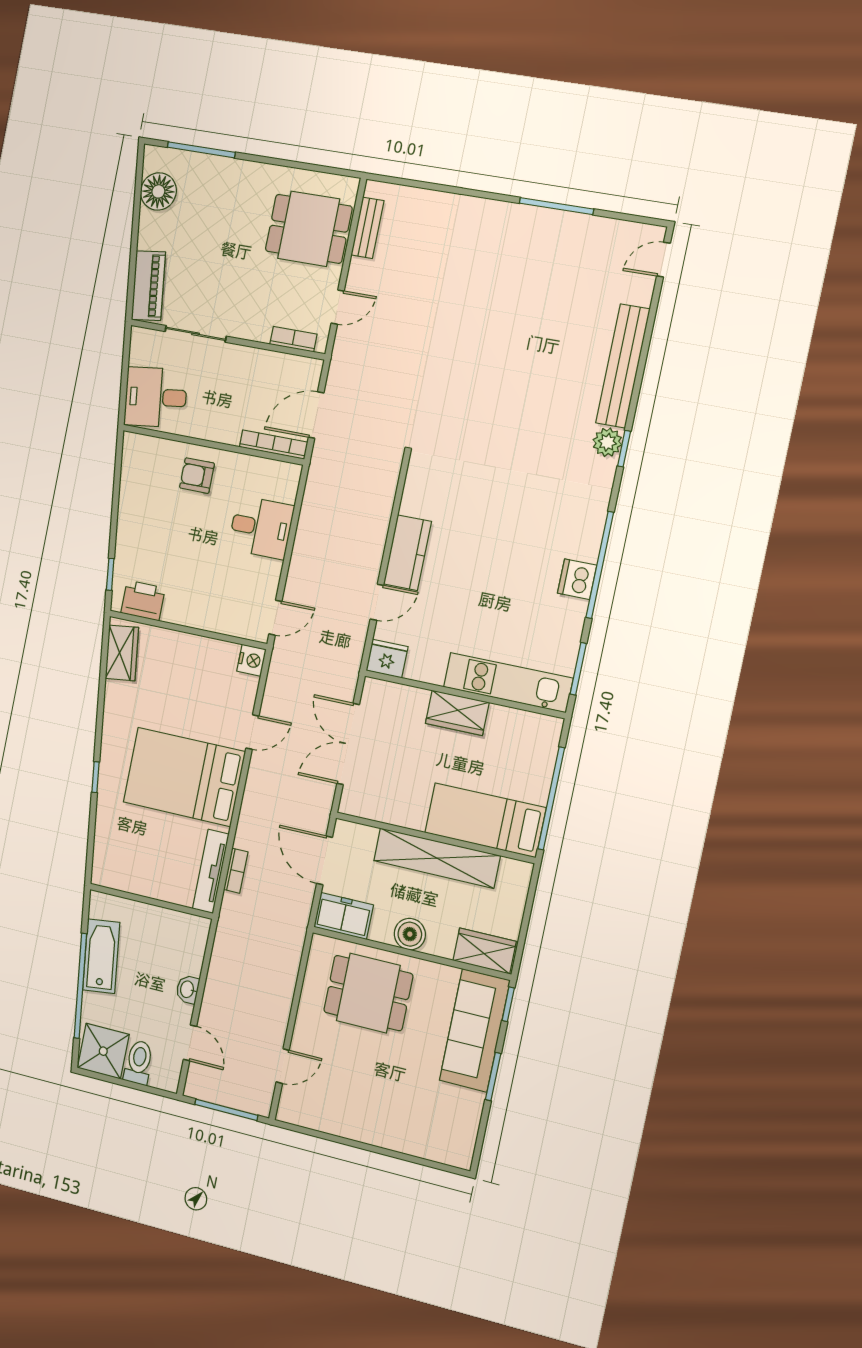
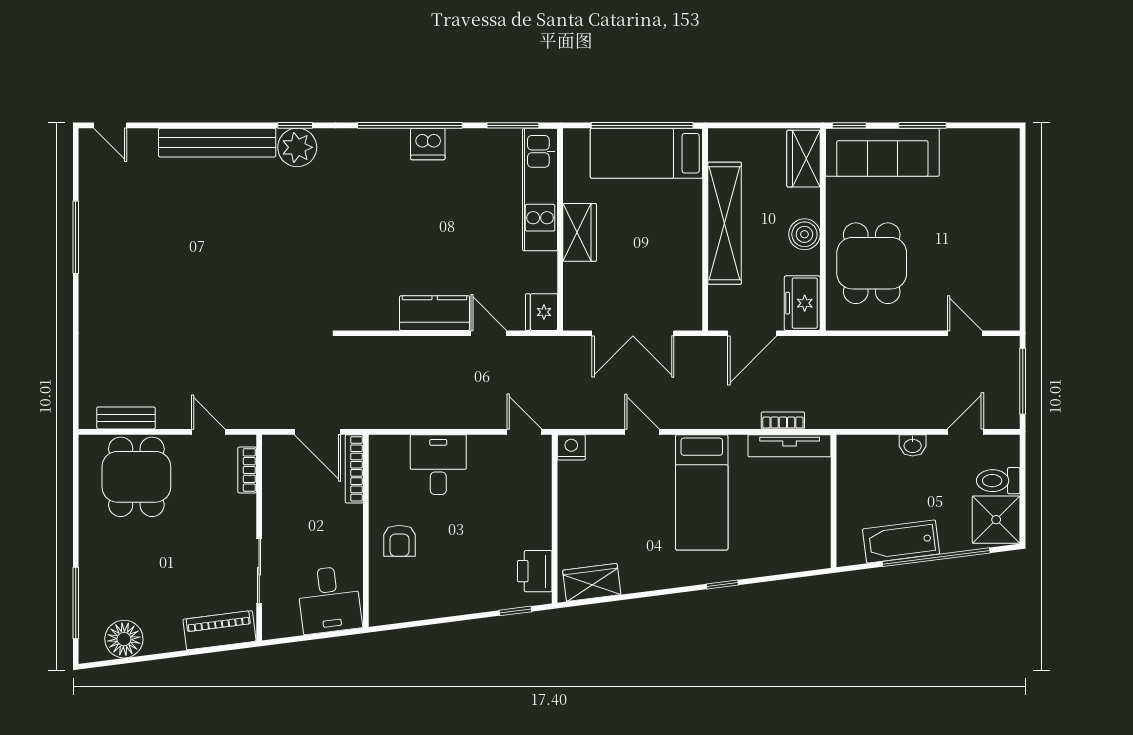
plant: (607, 442) -> (297, 147), width x1.36, depth x1.36
bed: (184, 777) -> (702, 492), width x0.67
bed: (485, 820) -> (646, 153), moved, turned 90

